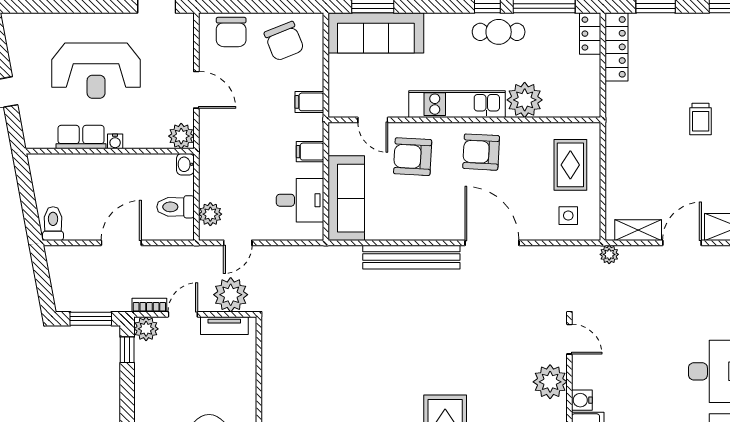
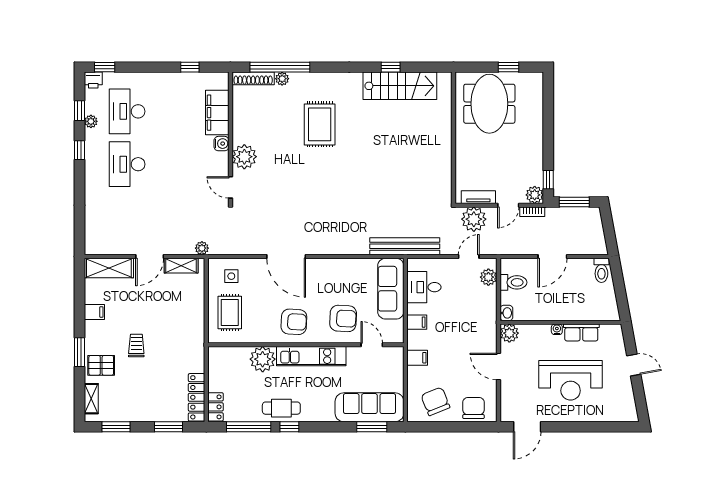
reception desk: (96, 71) -> (571, 380), turned 180
bench: (411, 257) -> (405, 246), moved

